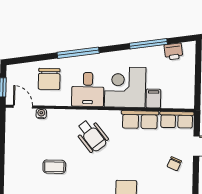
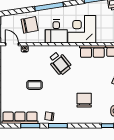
chair: (49, 79) -> (30, 25), turned -101
filing cabinet: (153, 99) -> (101, 37), removed

